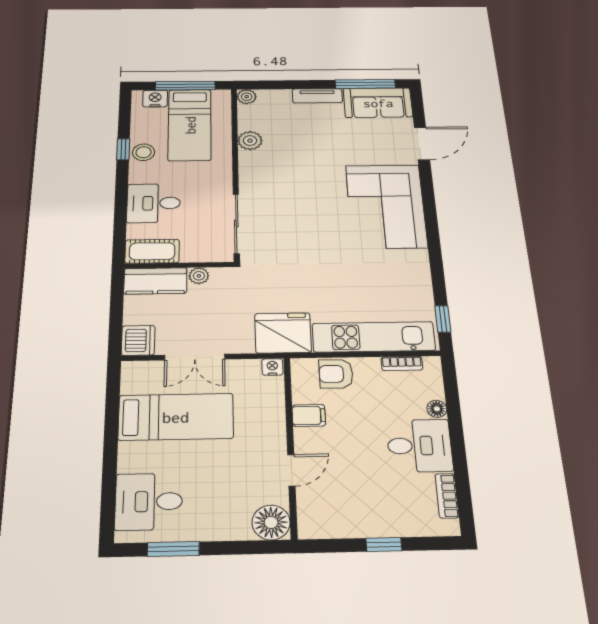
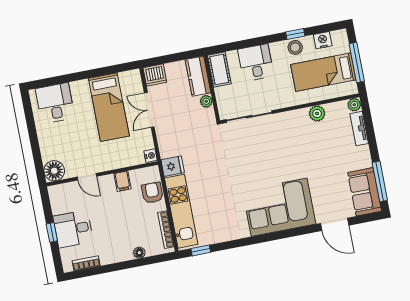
tv unit: (317, 96) -> (359, 129), moved
nightstand: (155, 99) -> (323, 40), moved, turned -90
fridge: (283, 333) -> (173, 166), width x0.53, depth x0.75
bookcase: (402, 363) -> (166, 230), width x1.56
desk: (419, 446) -> (73, 229), moved, turned 90
window: (173, 549) -> (30, 122), removed

